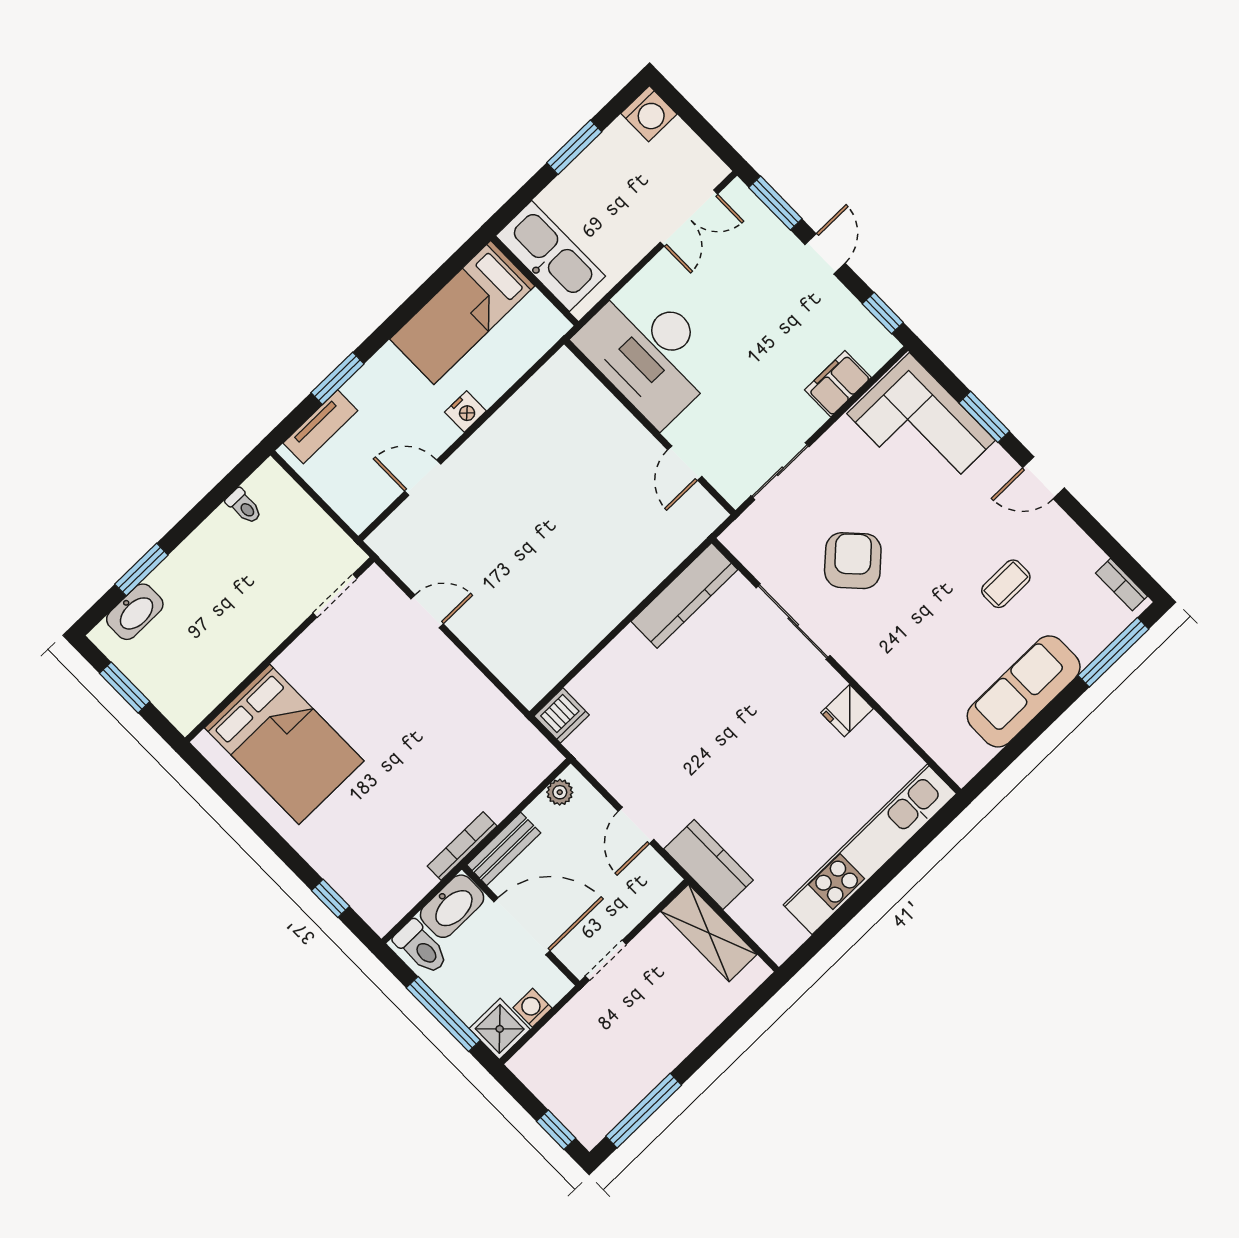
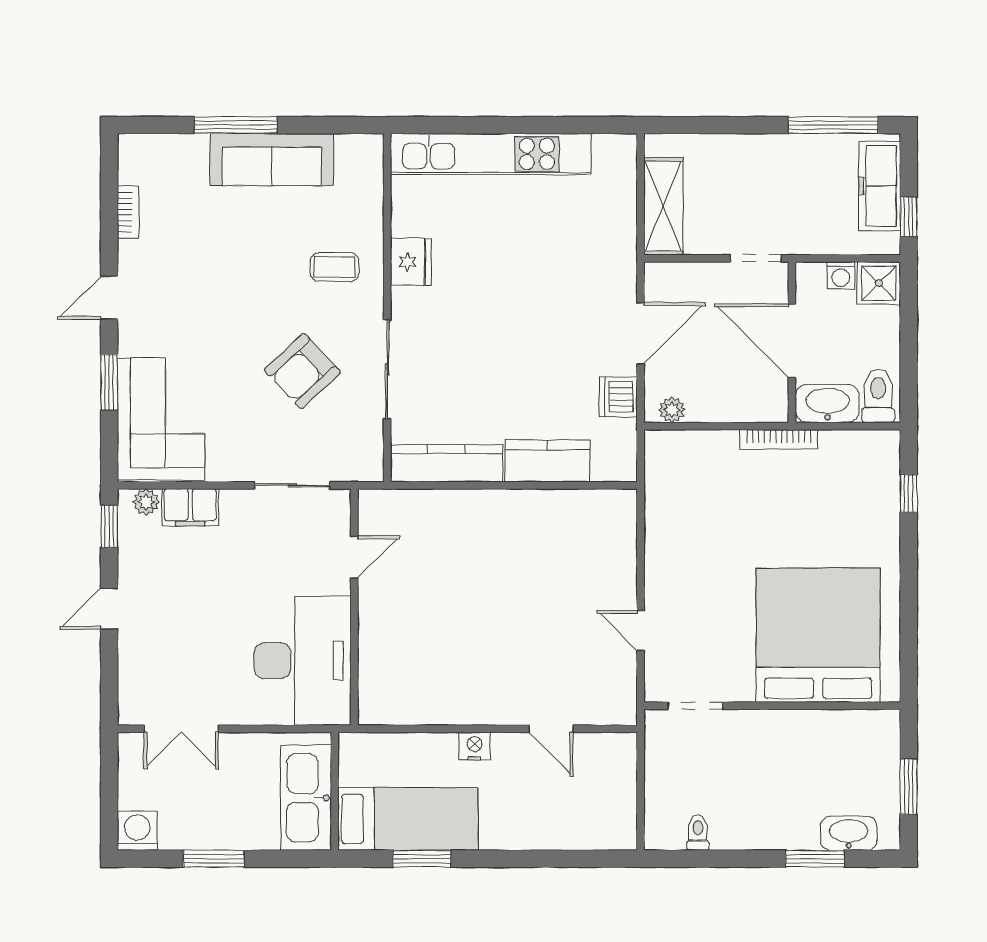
window: (775, 203) -> (109, 679), removed
double door: (689, 218) -> (181, 729), swing flipped
plant: (874, 357) -> (146, 502), added
window: (337, 378) -> (422, 859), moved
tv unit: (320, 427) -> (588, 836), removed
door: (1044, 478) -> (109, 298), swing flipped
coffee table: (1006, 584) -> (334, 267), moved
bookcase: (1121, 585) -> (128, 212), moved
window: (1113, 652) -> (236, 125), moved
fridge: (847, 711) -> (411, 262), width x1.38
dishwasher: (562, 715) -> (618, 397), moved, turned -90
bed: (284, 744) -> (818, 635), width x1.36
door: (636, 825) -> (641, 333), width x1.38
bench: (504, 849) -> (751, 408), removed
kitchen counter: (708, 865) -> (547, 461), moved, turned 90
window: (443, 1014) -> (909, 333), removed
freezer: (567, 1099) -> (880, 186), added
window: (556, 1130) -> (909, 217), moved

